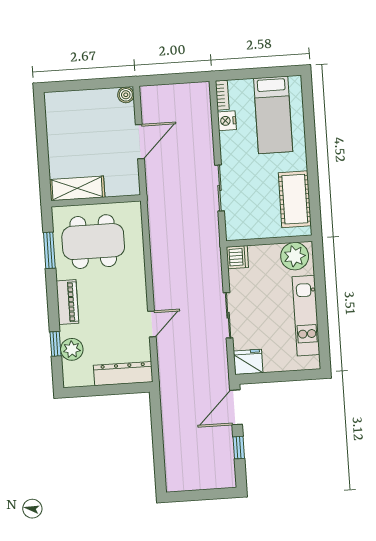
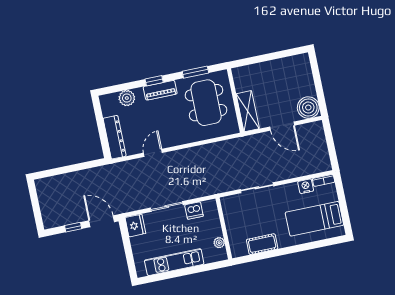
boiler: (126, 95) -> (308, 108), width x1.86, depth x1.86
shelving: (77, 188) -> (248, 111), moved
cot: (295, 199) -> (262, 244), width x0.73, depth x0.75
plant: (295, 256) -> (219, 243), width x0.53, depth x0.53
dishwasher: (237, 257) -> (194, 211), moved
door: (152, 324) -> (153, 153), swing flipped
window: (56, 344) -> (154, 81), moved

